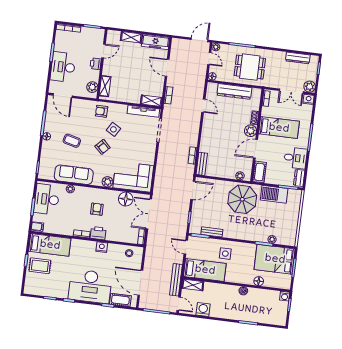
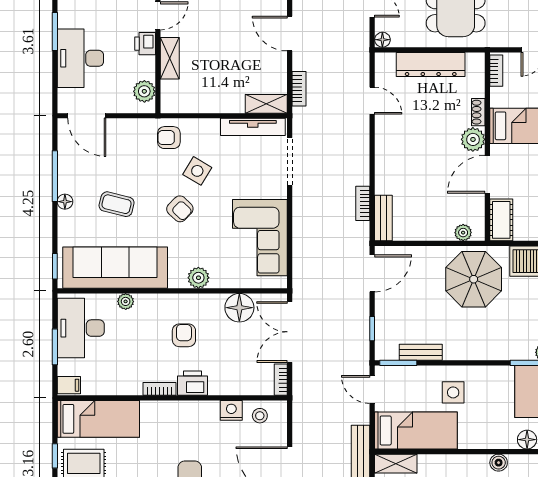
shelving: (105, 86) -> (170, 58), moved
sofa: (74, 175) -> (115, 268), width x1.36, depth x1.27
corner sofa: (133, 177) -> (260, 238), moved, turned -90
nightstand: (102, 247) -> (231, 410), moved

